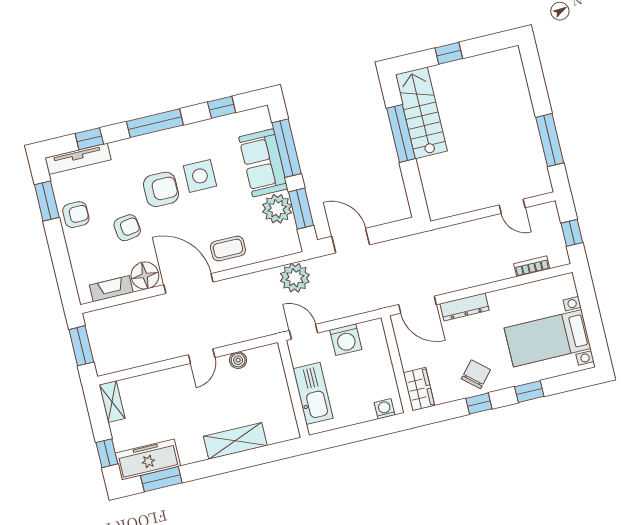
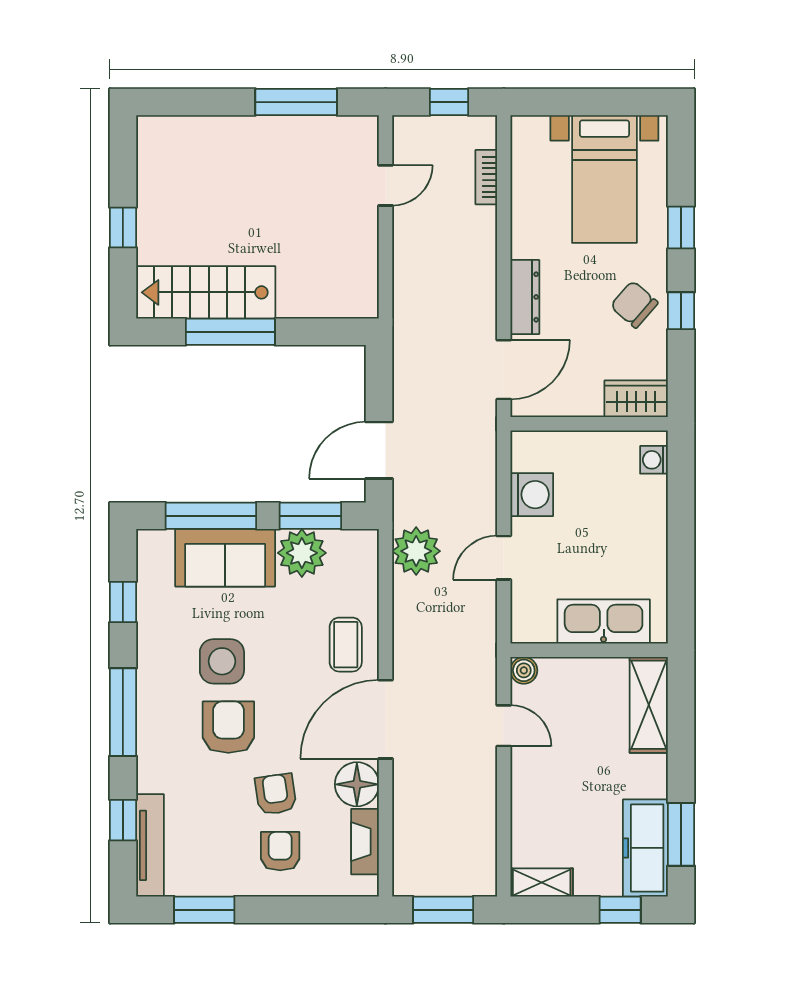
armchair: (76, 215) -> (280, 851), moved
wall: (293, 389) -> (589, 650), moved
kitchen sink: (313, 393) -> (604, 622), moved

